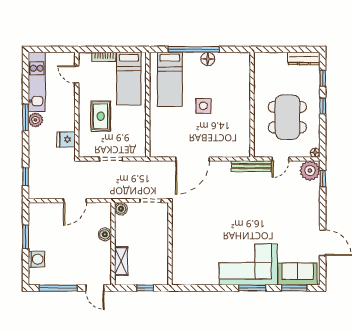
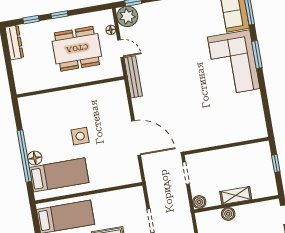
floor lamp: (208, 59) -> (35, 158), moved
floor lamp: (315, 153) -> (111, 30), moved
shelving: (121, 261) -> (236, 196), moved

